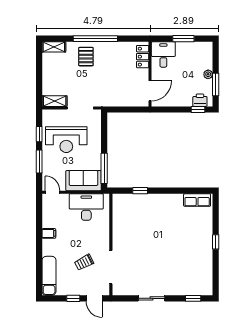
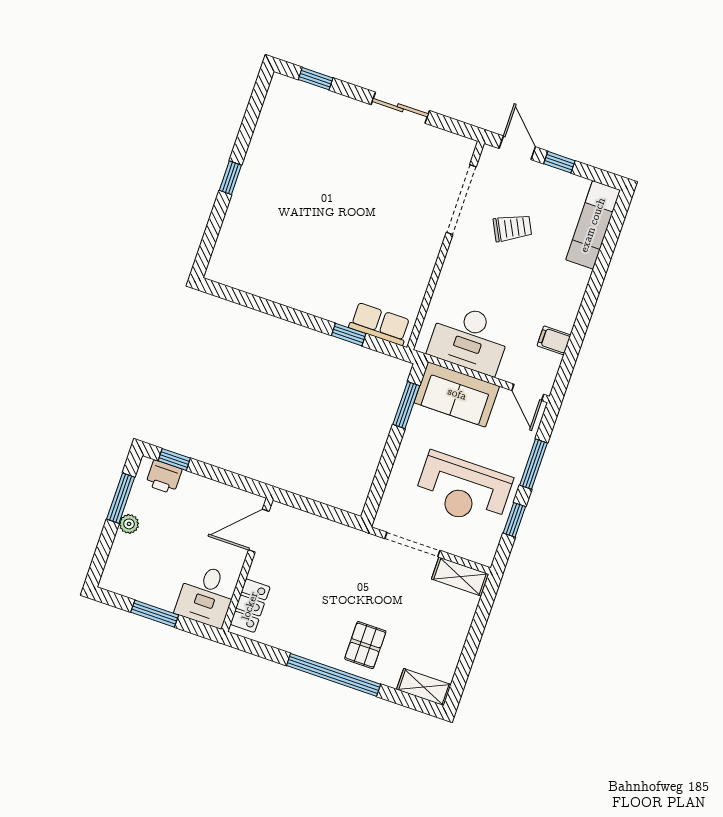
reception desk: (66, 140) -> (463, 490), turned 180
window: (104, 168) -> (406, 405), width x0.69
row of seats: (197, 200) -> (380, 324), moved
filing cabinet: (49, 233) -> (554, 340), moved

